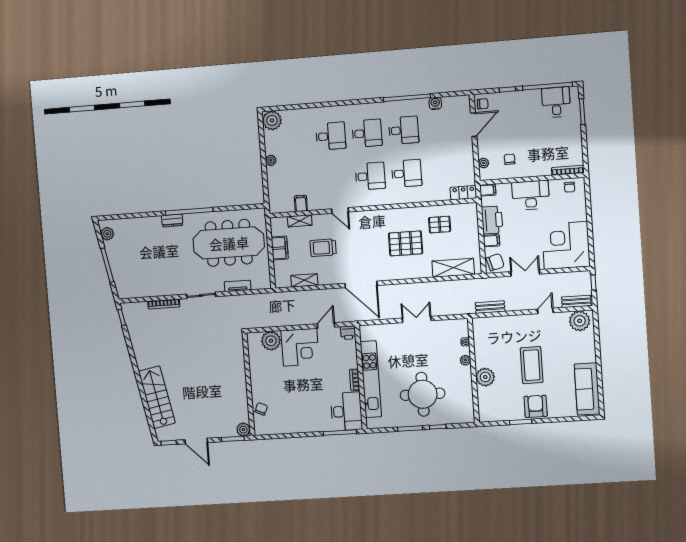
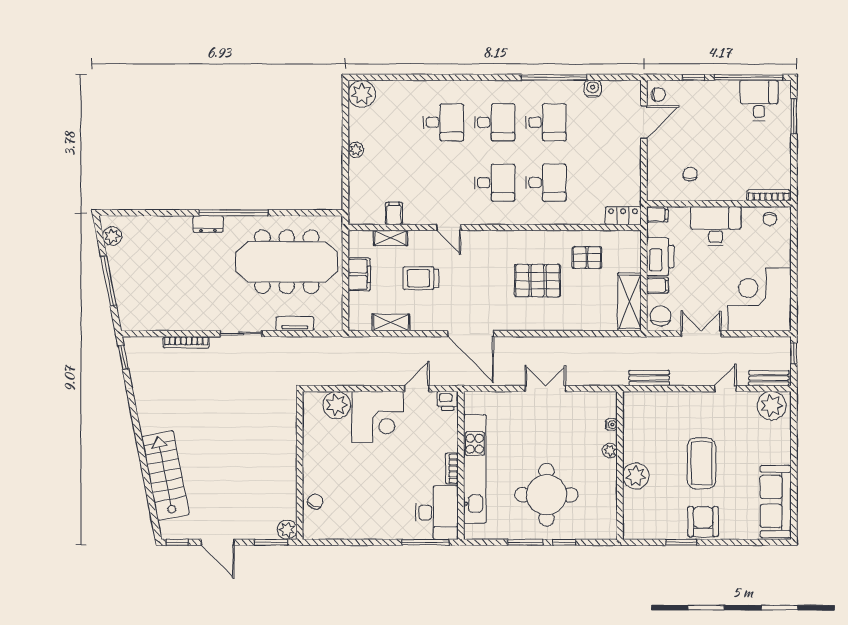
plant: (484, 163) -> (654, 177), removed
chair: (495, 262) -> (661, 316), turned -73
shelving: (453, 268) -> (629, 302), moved, turned 90

